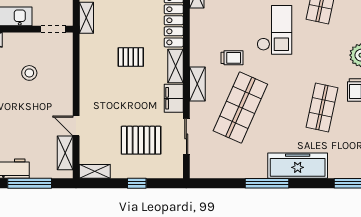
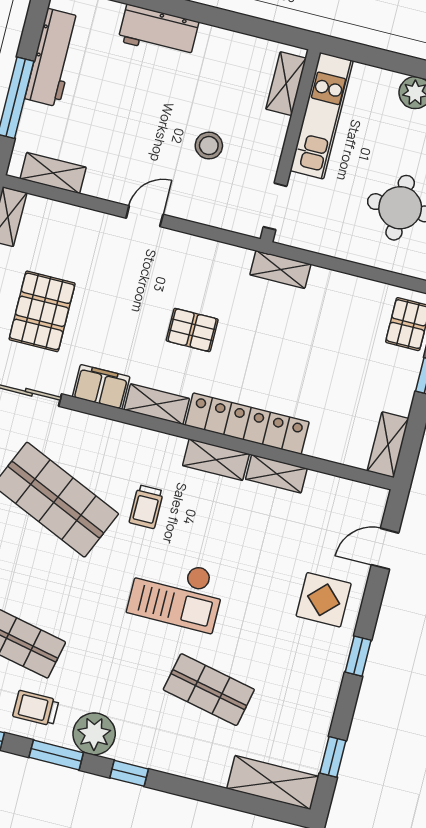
pallet: (131, 57) -> (192, 330), turned 90
shelving: (197, 84) -> (216, 460), moved
door: (76, 126) -> (145, 216), moved

